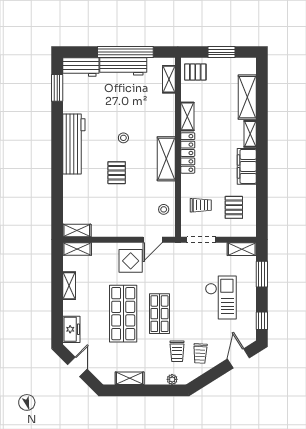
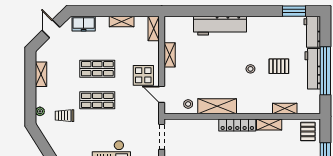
shelving: (169, 79) -> (285, 108), moved
workbench: (74, 144) -> (220, 26), moved
shelving: (166, 159) -> (217, 106), moved
pallet: (117, 173) -> (279, 66), moved
trolley: (201, 205) -> (192, 136), removed
shelving: (77, 231) -> (170, 55), moved
shop shelf: (123, 314) -> (97, 69), width x0.70, depth x0.74
trolley: (200, 353) -> (63, 136), removed
door: (77, 367) -> (51, 29), swing flipped

